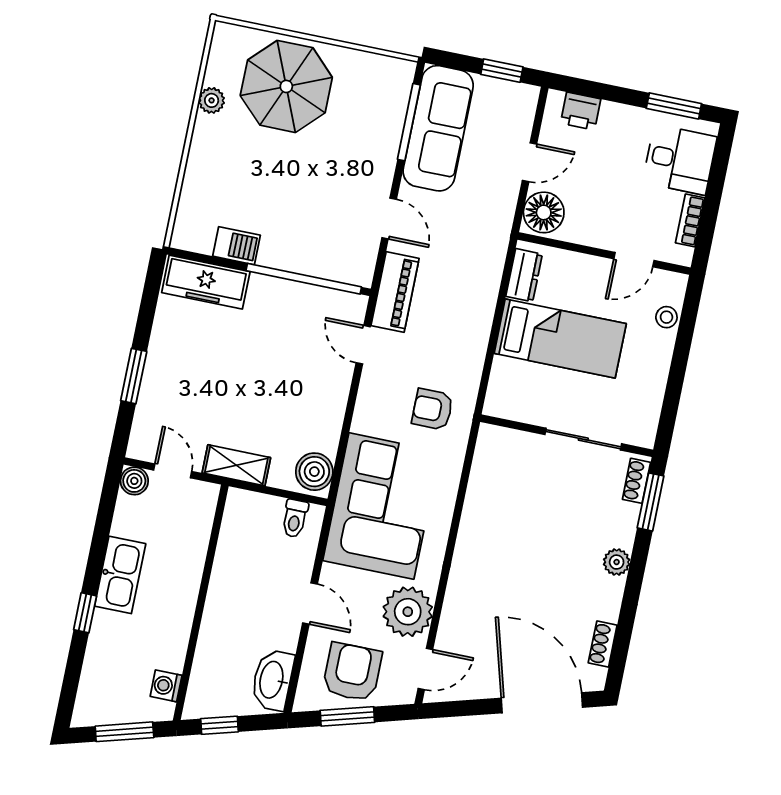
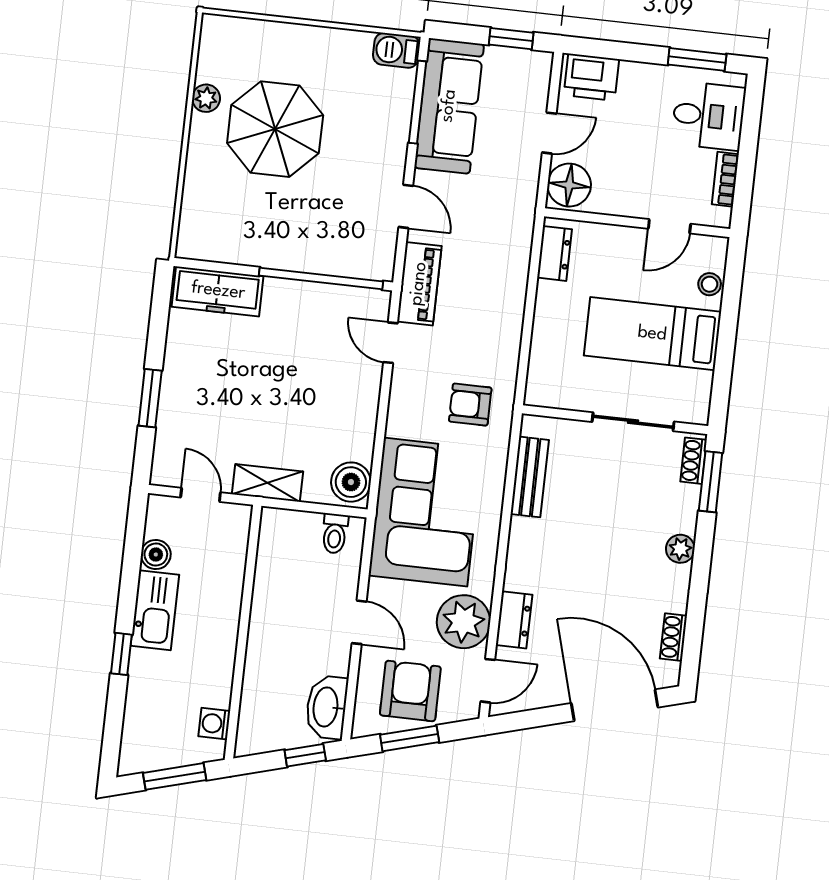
parasol: (286, 86) -> (275, 129), moved
printer: (581, 111) -> (591, 77), width x1.36, depth x1.24
barbecue: (237, 246) -> (396, 50), moved, turned 180
bed: (560, 339) -> (652, 334), moved, turned 180
boiler: (134, 481) -> (156, 555), moved
bench: (482, 482) -> (530, 477), added
dresser: (455, 614) -> (514, 620), added
window: (220, 725) -> (305, 755), moved

